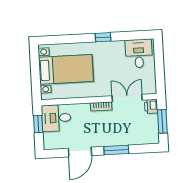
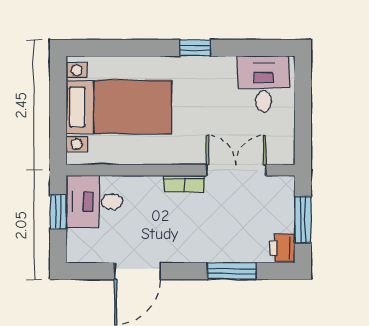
printer: (151, 106) -> (282, 248), moved
window: (116, 150) -> (232, 271), moved

